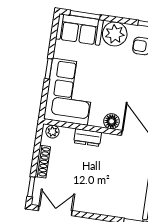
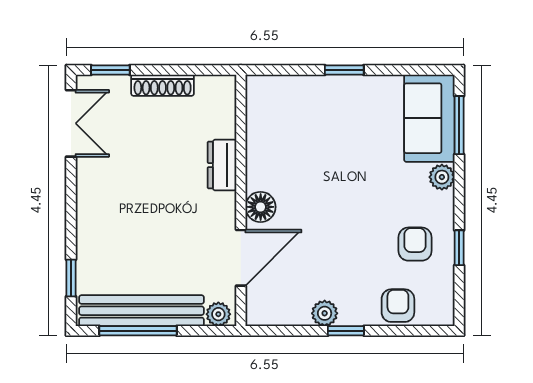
plant: (115, 34) -> (442, 177), width x0.53, depth x0.53
corner sofa: (70, 92) -> (306, 118), removed
plant: (52, 132) -> (224, 95), removed

